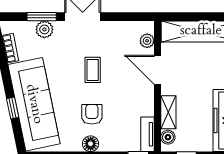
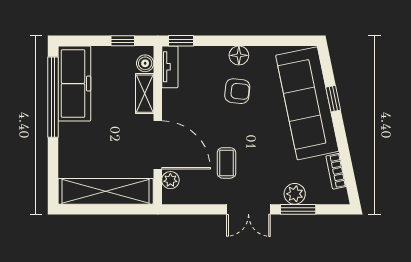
coffee table: (93, 70) -> (226, 163), moved
door: (158, 70) -> (158, 145), width x1.36
armchair: (92, 114) -> (237, 91), turned -84

